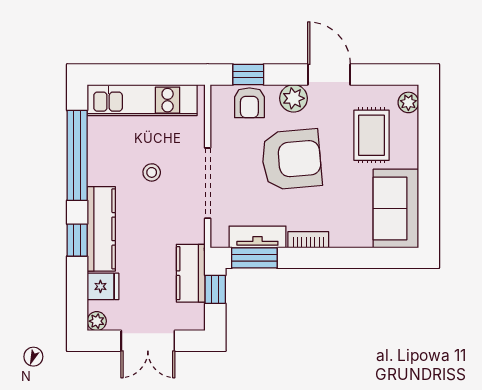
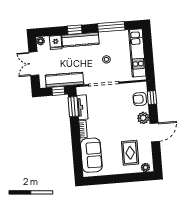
rug: (372, 135) -> (130, 153), turned 90
window: (77, 155) -> (111, 27), width x0.68
armchair: (291, 159) -> (117, 119), removed
sofa: (396, 208) -> (91, 155), moved, turned 90
kitchen counter: (191, 273) -> (64, 80), width x1.50

